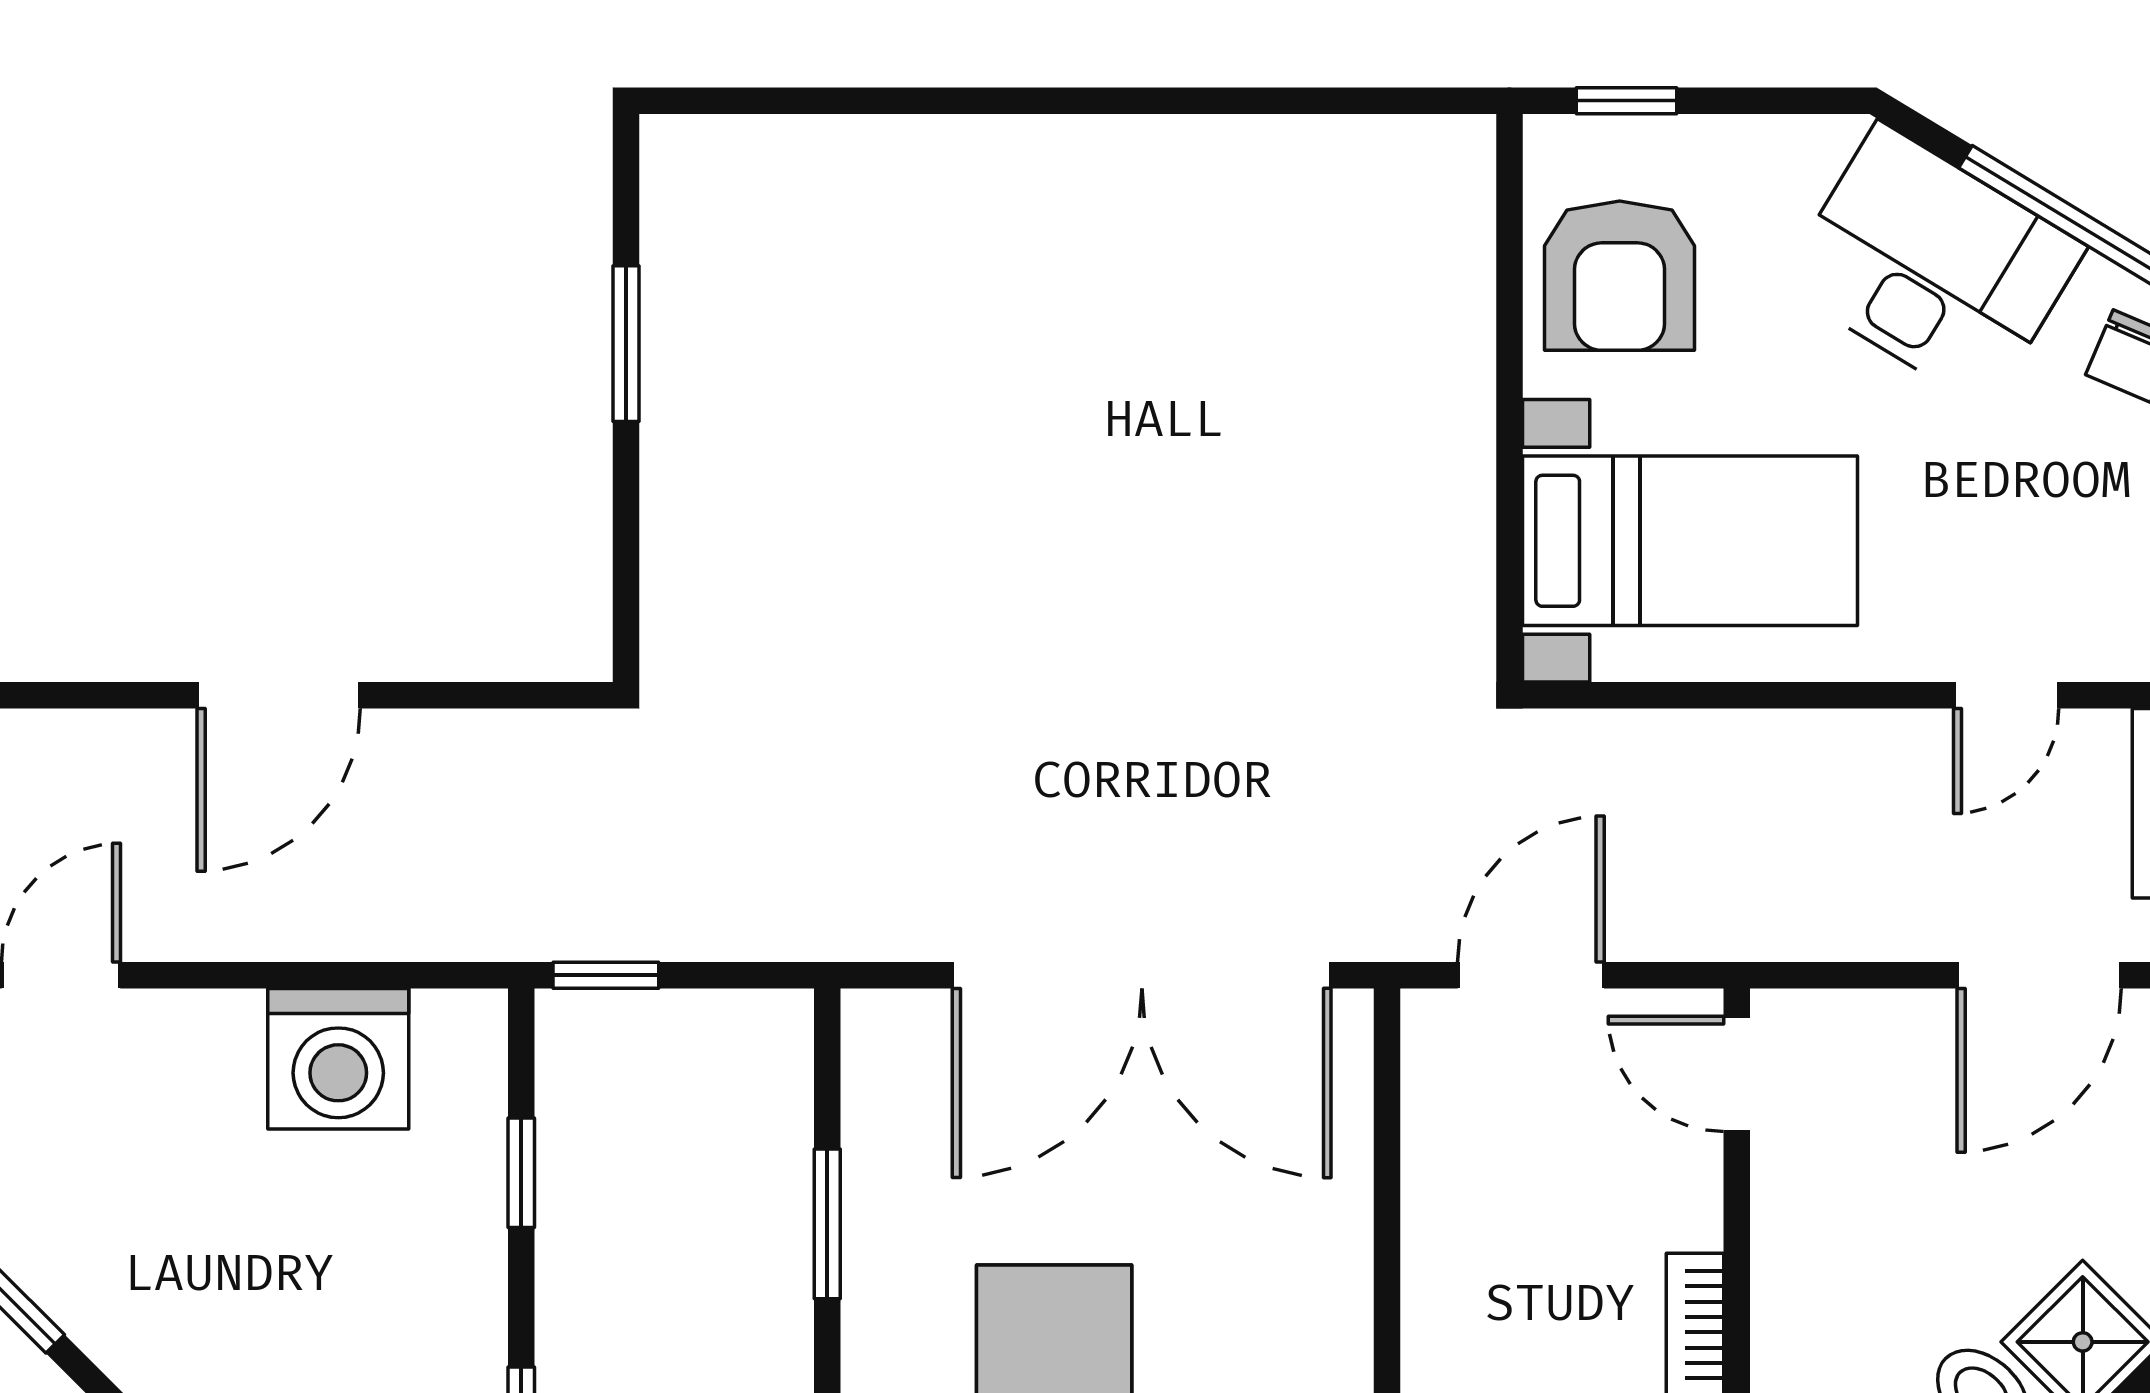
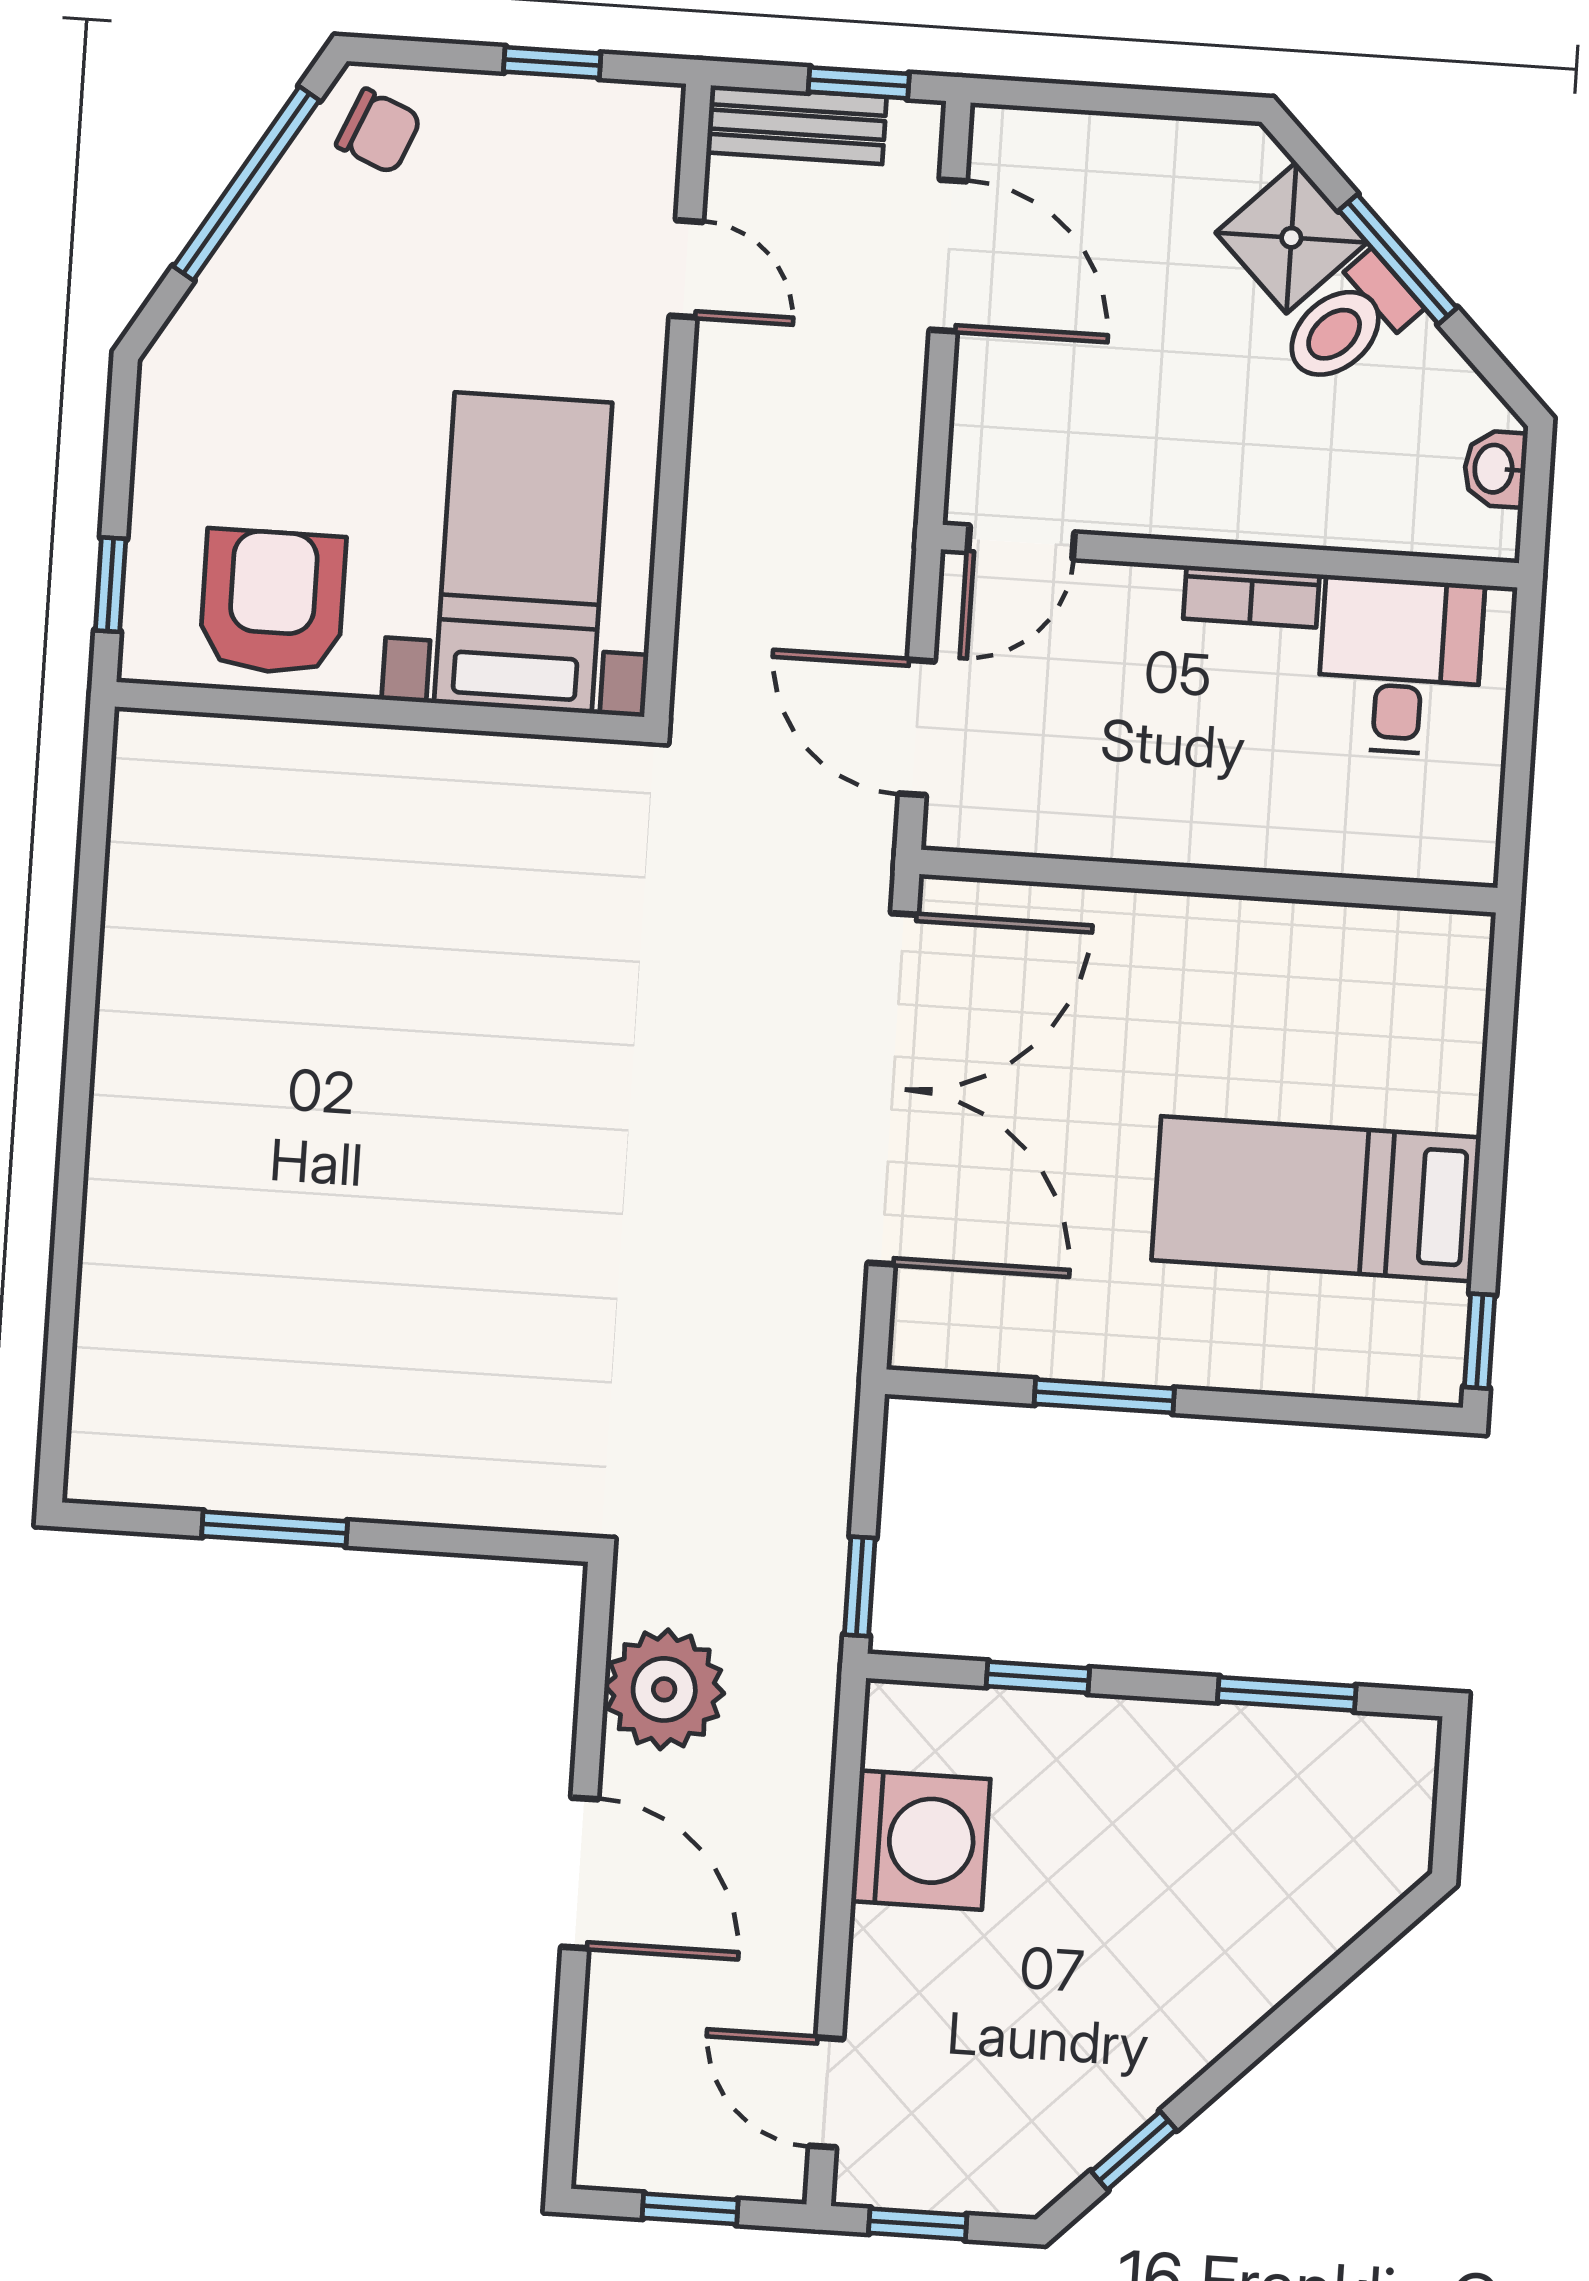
desk: (1933, 266) -> (283, 310), removed
armchair: (1620, 276) -> (273, 602), turned -90
plant: (482, 773) -> (664, 1689), added

